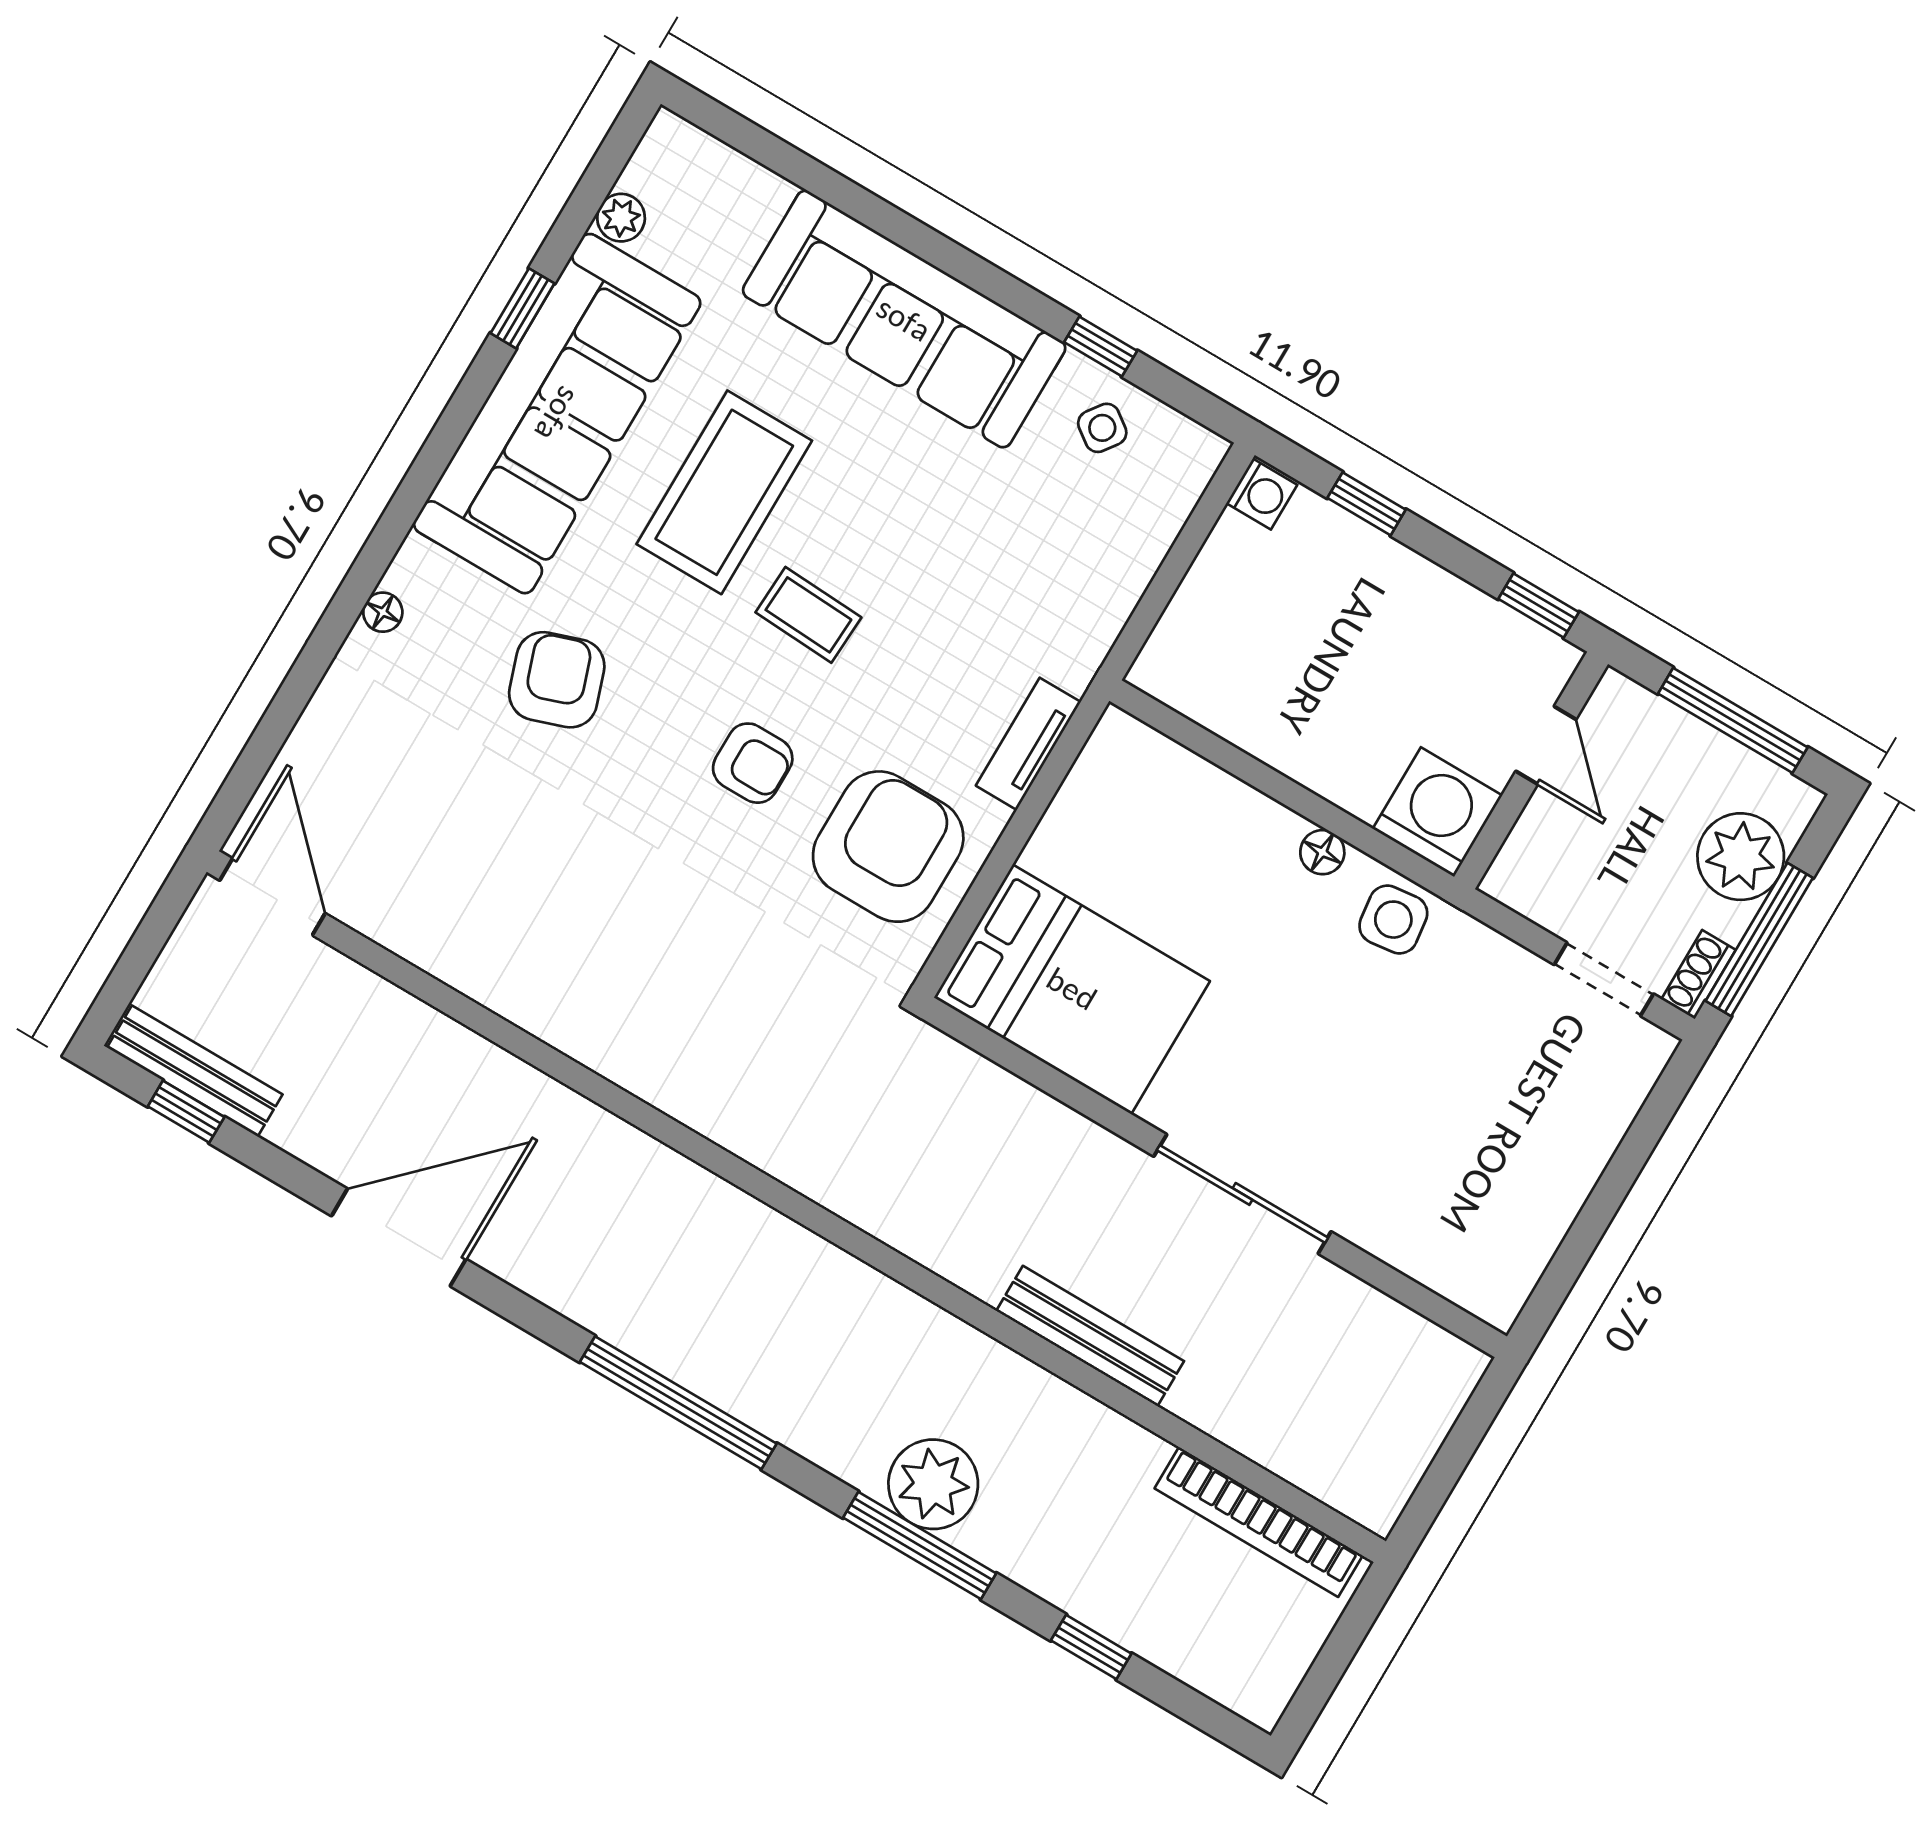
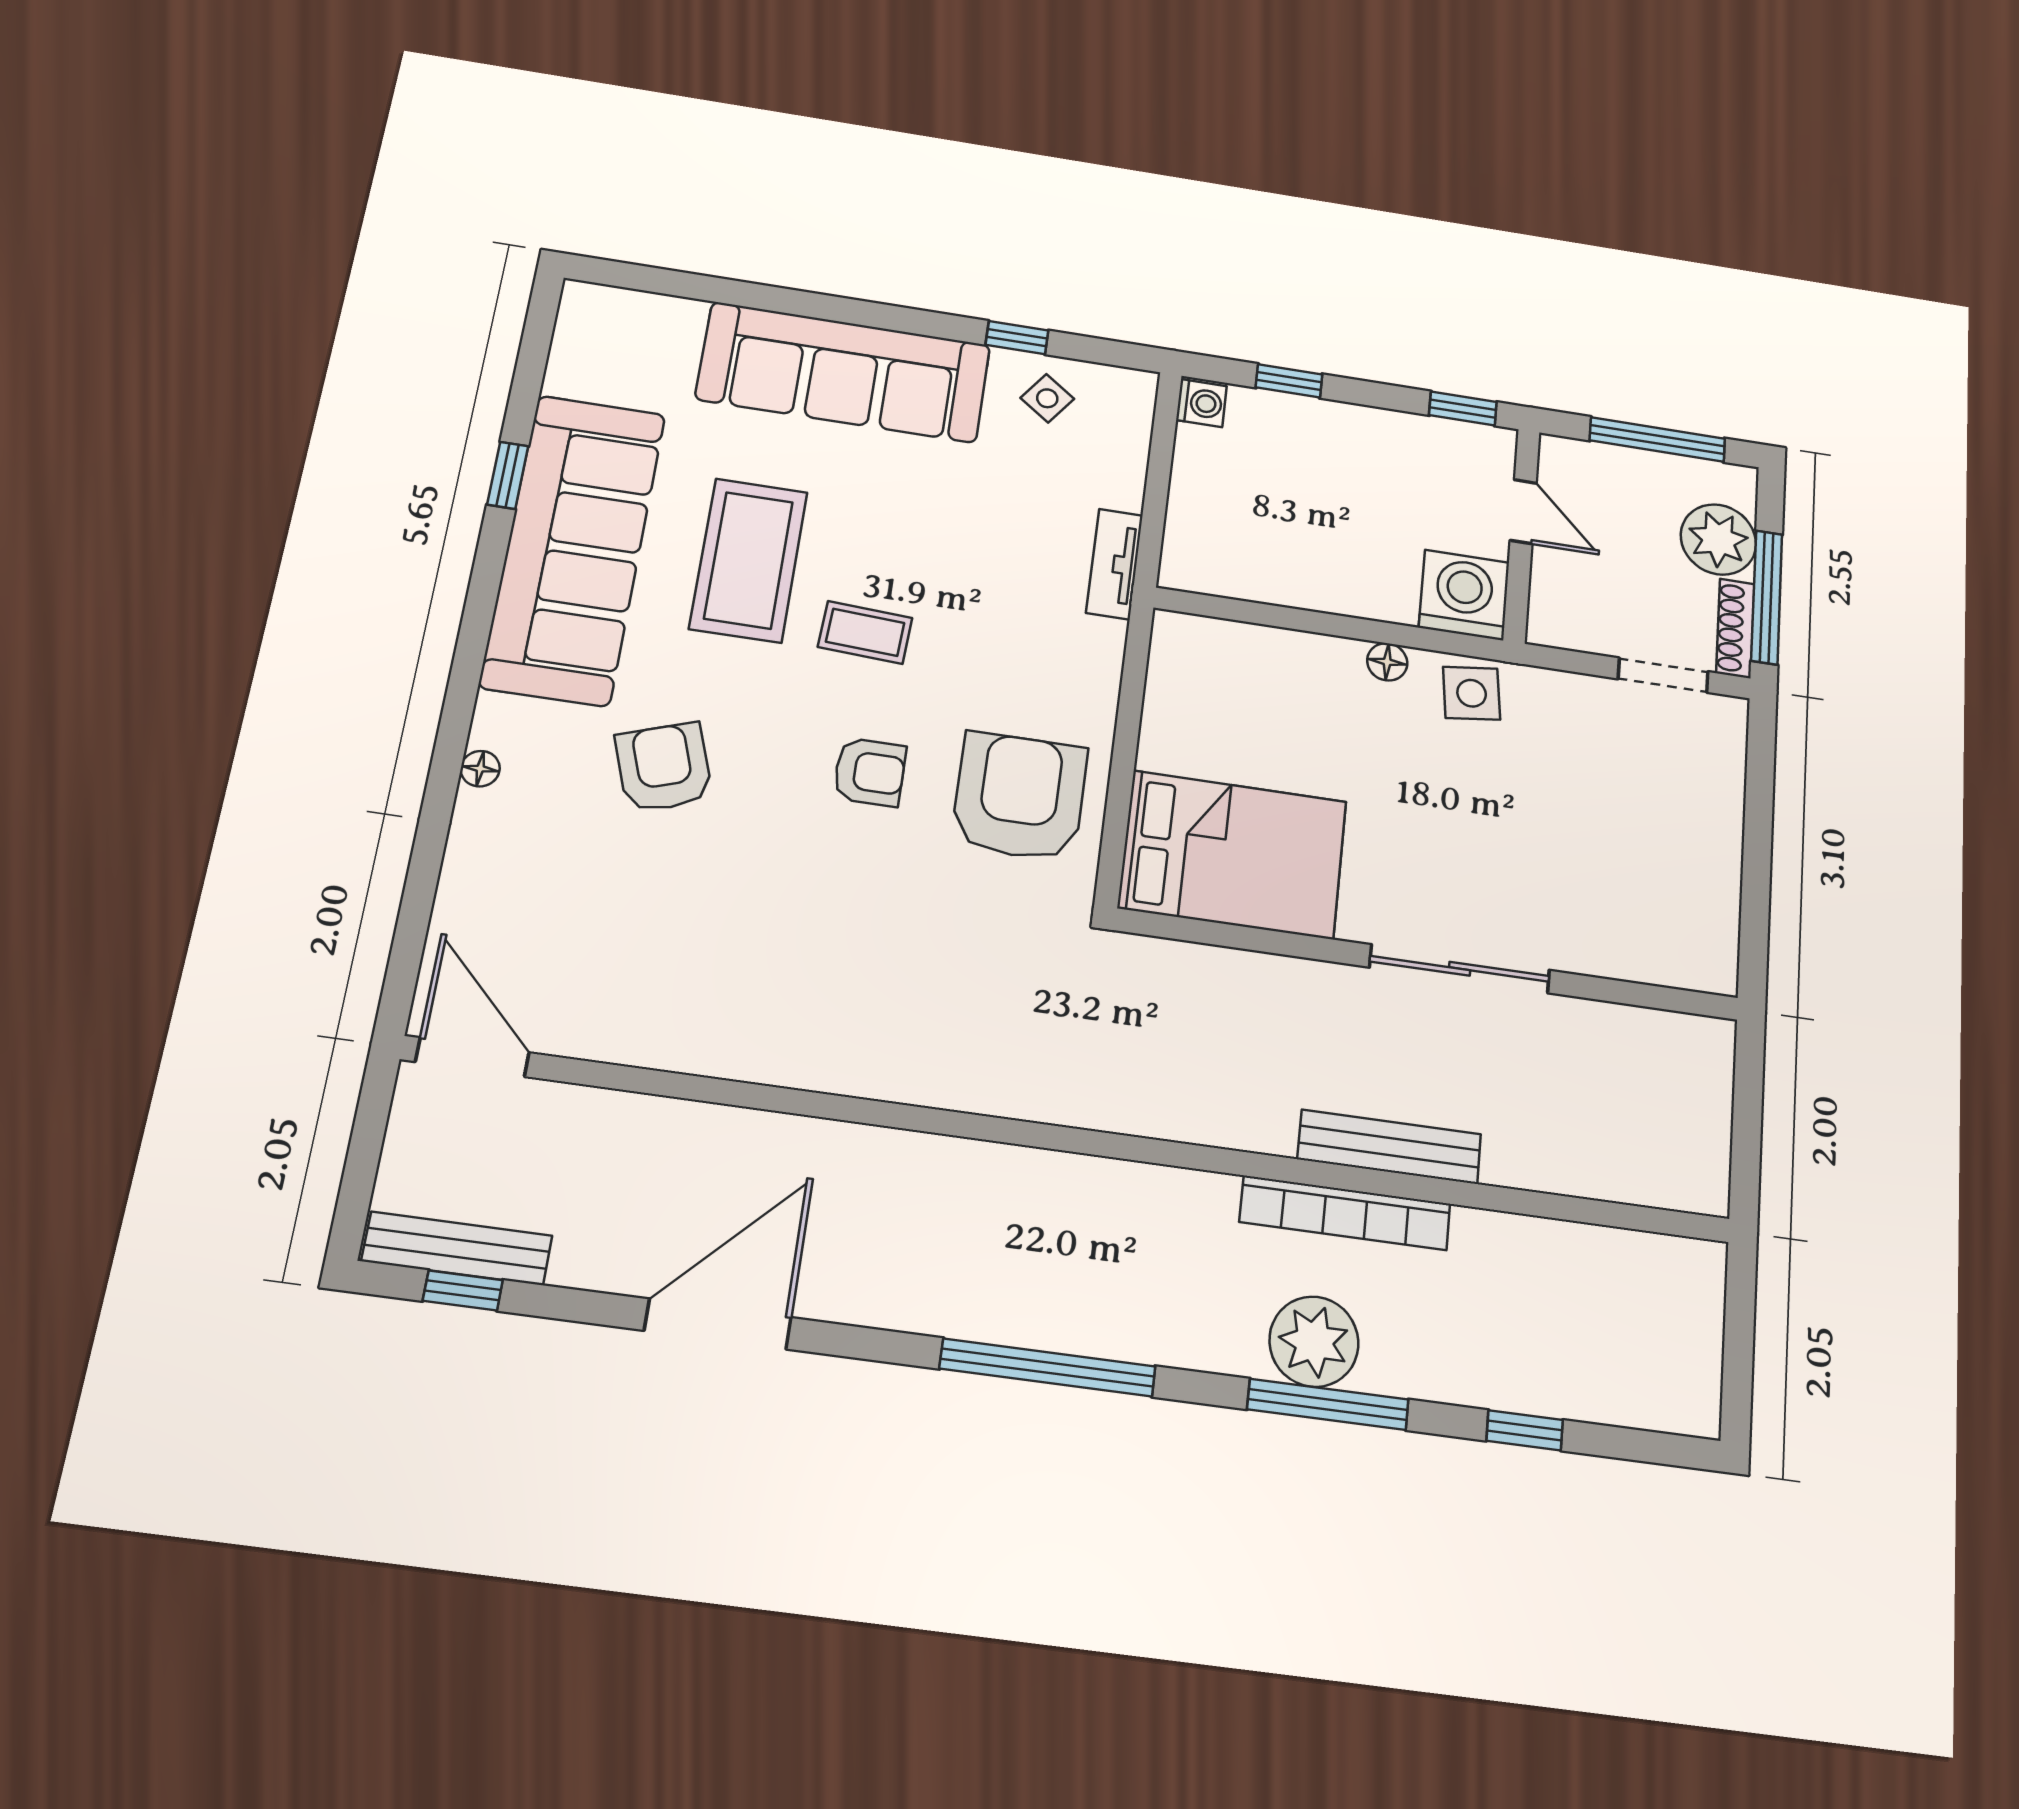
plant: (621, 218) -> (566, 376), removed
tv unit: (1028, 744) -> (1114, 564), moved
shoe rack: (1698, 975) -> (1735, 628), width x1.43
bookcase: (1259, 1522) -> (1345, 1213), moved

